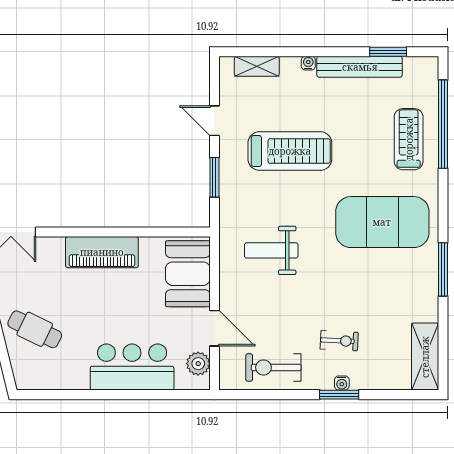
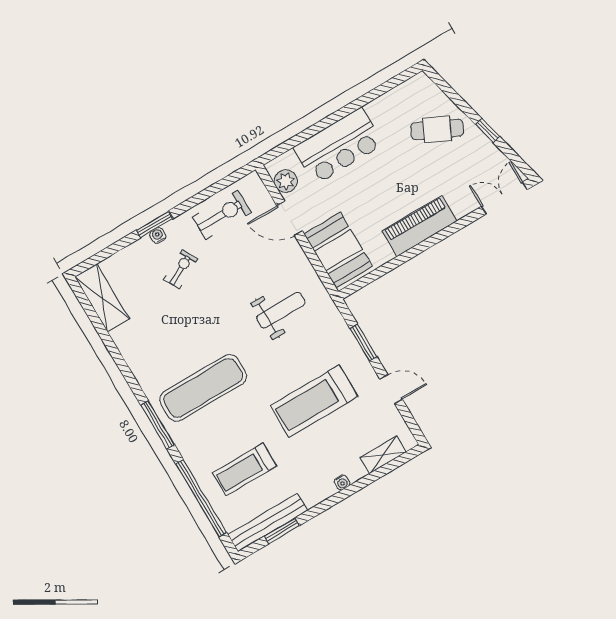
bench: (360, 67) -> (268, 522), moved
treadmill: (409, 139) -> (244, 469), moved, turned 90
exercise mat: (382, 222) -> (203, 388), width x0.68
window: (443, 269) -> (158, 425), moved
exercise bike: (339, 341) -> (181, 269), turned 149

